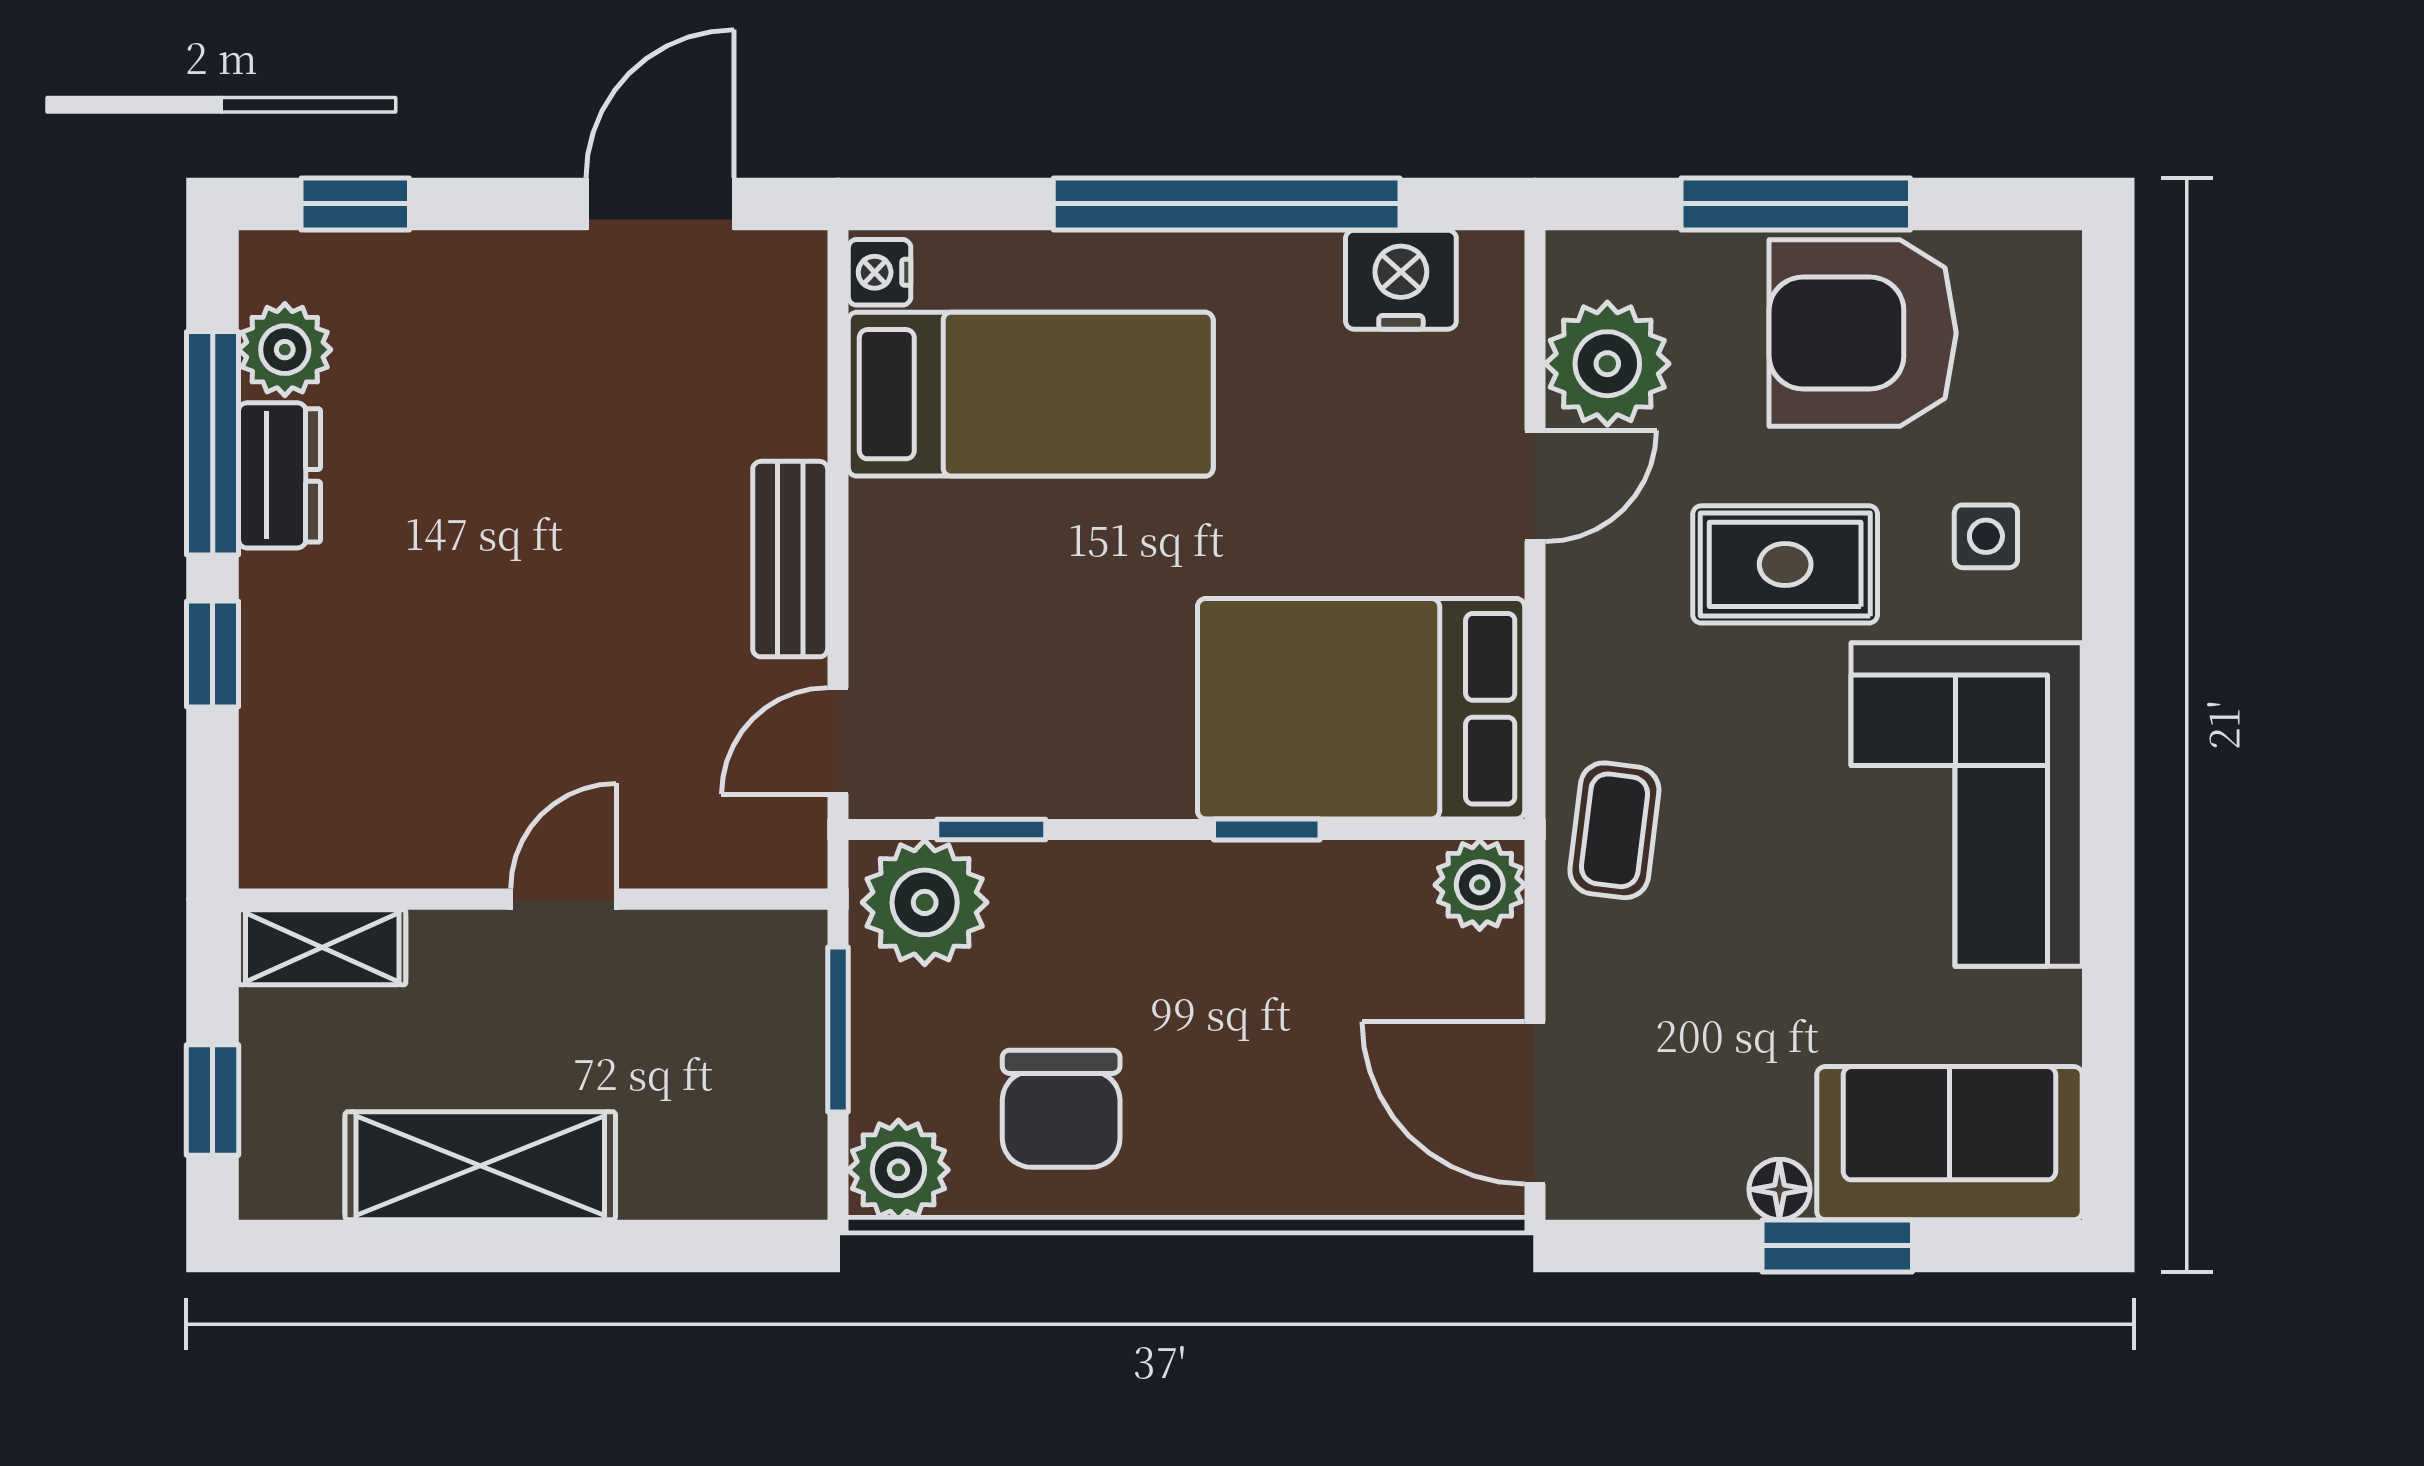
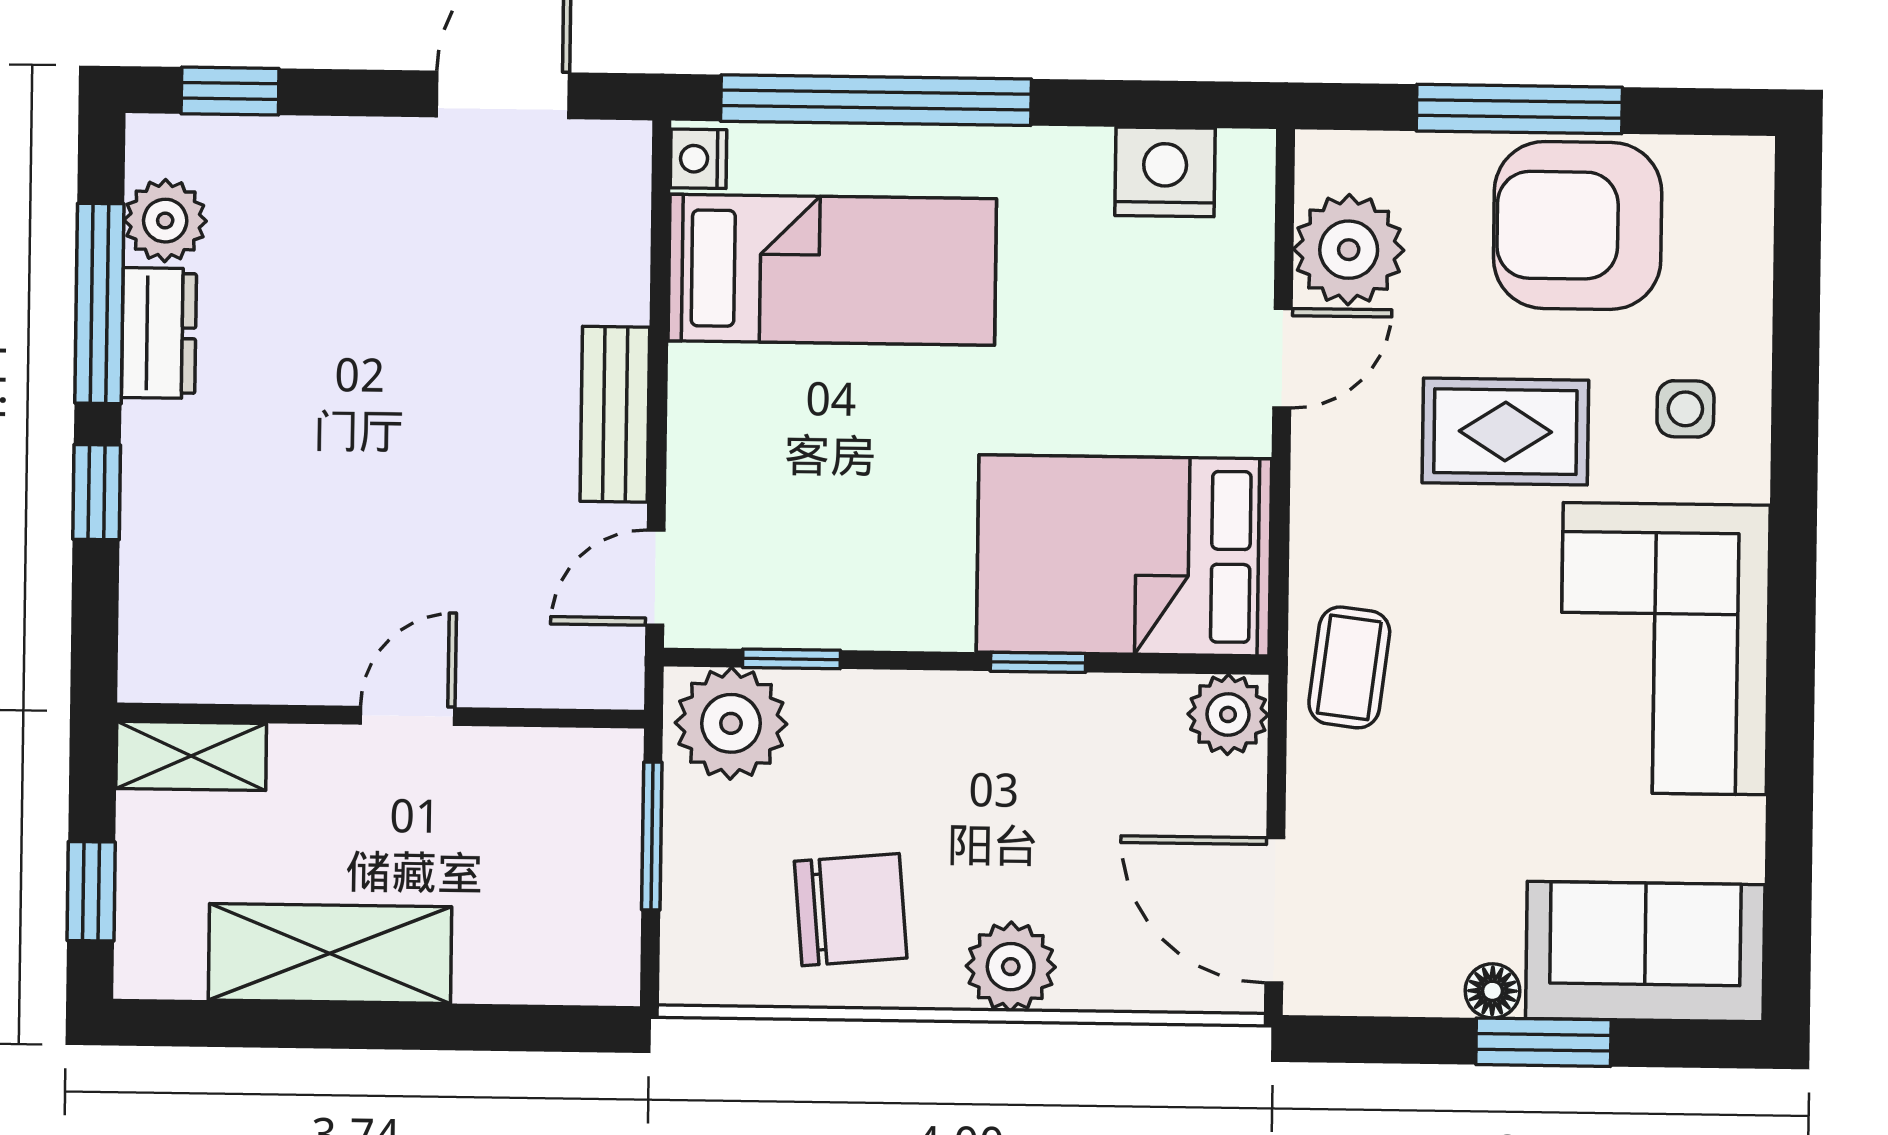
window: (1227, 204) -> (876, 100), moved
chair: (1061, 1109) -> (851, 910), turned -95
plant: (898, 1170) -> (1011, 967), moved

